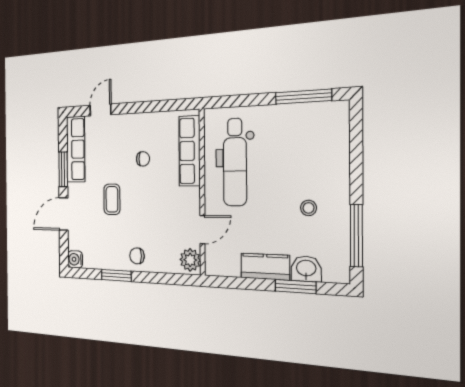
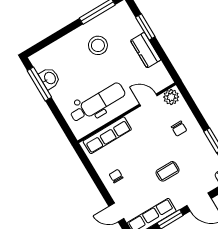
chair: (143, 159) -> (116, 176), moved
stool: (308, 208) -> (98, 45), width x1.89, depth x1.89
chair: (137, 256) -> (179, 129), moved
washbasin: (306, 269) -> (50, 78), moved, turned 180

